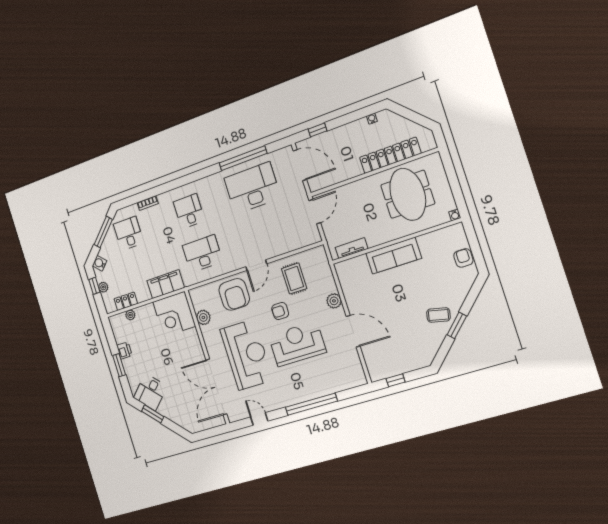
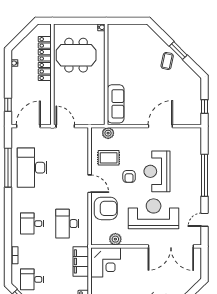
tv unit: (352, 248) -> (100, 108), removed
sofa: (394, 256) -> (116, 104), moved
armchair: (463, 258) -> (133, 31), removed
plant: (334, 301) -> (108, 133), moved

